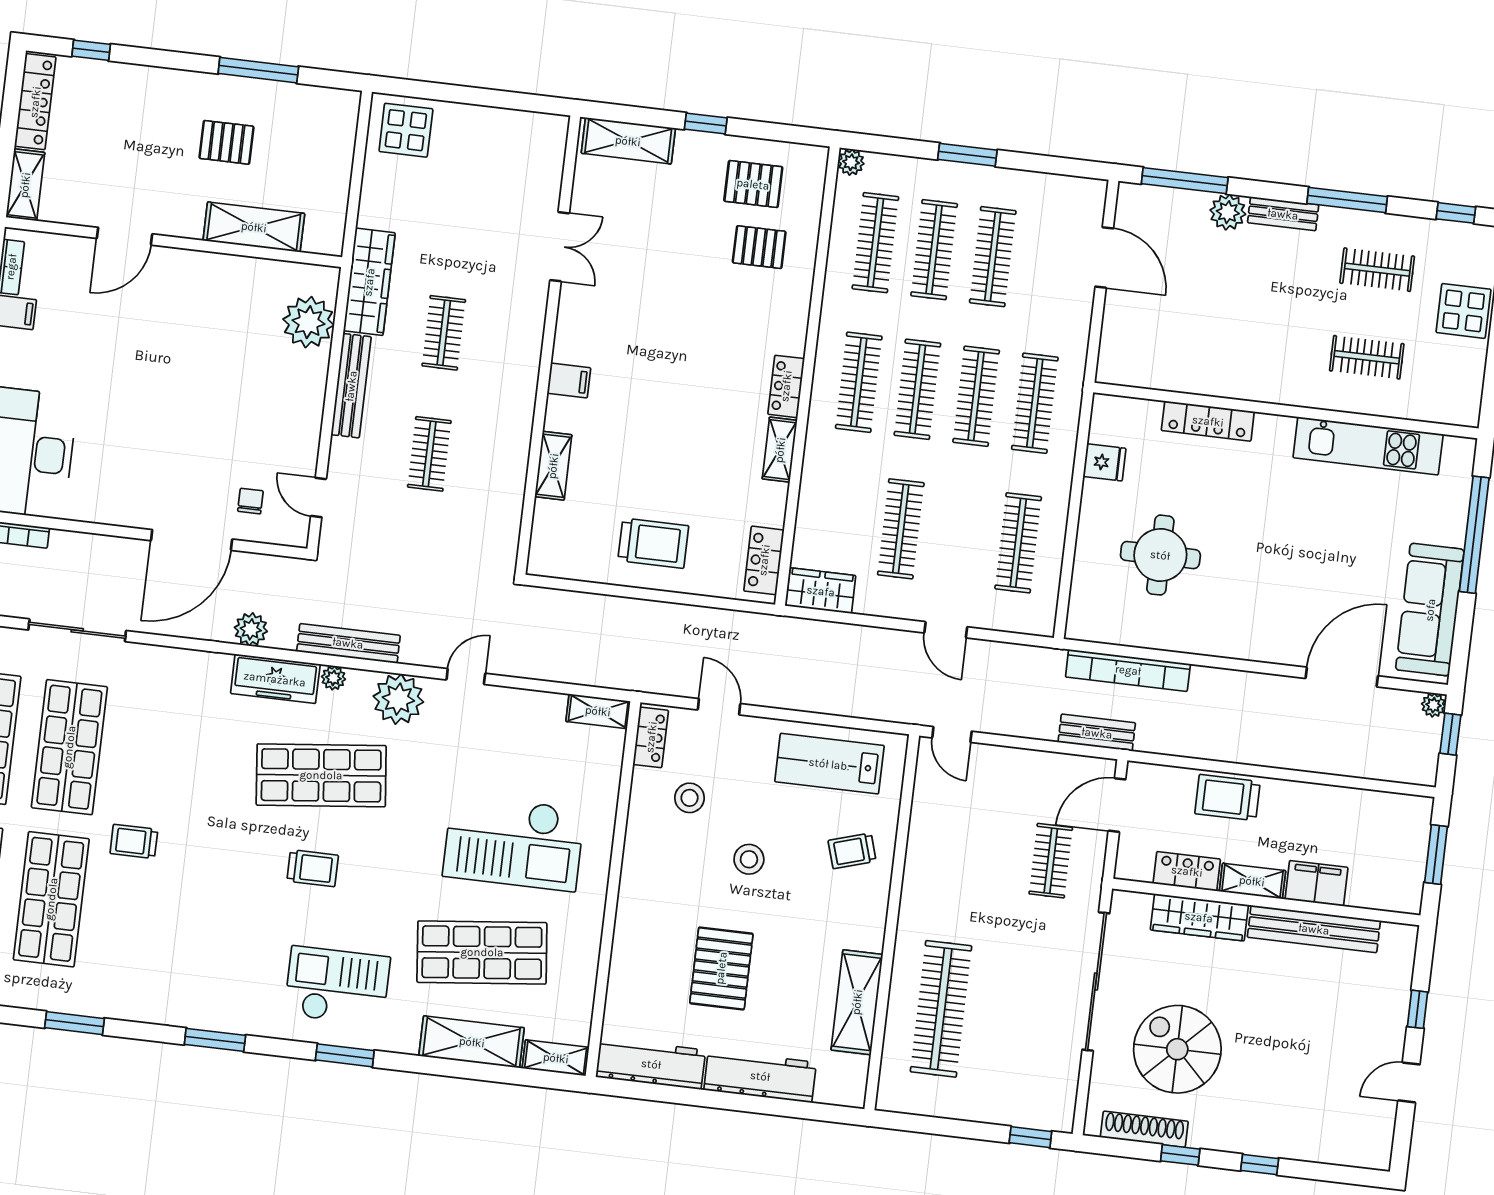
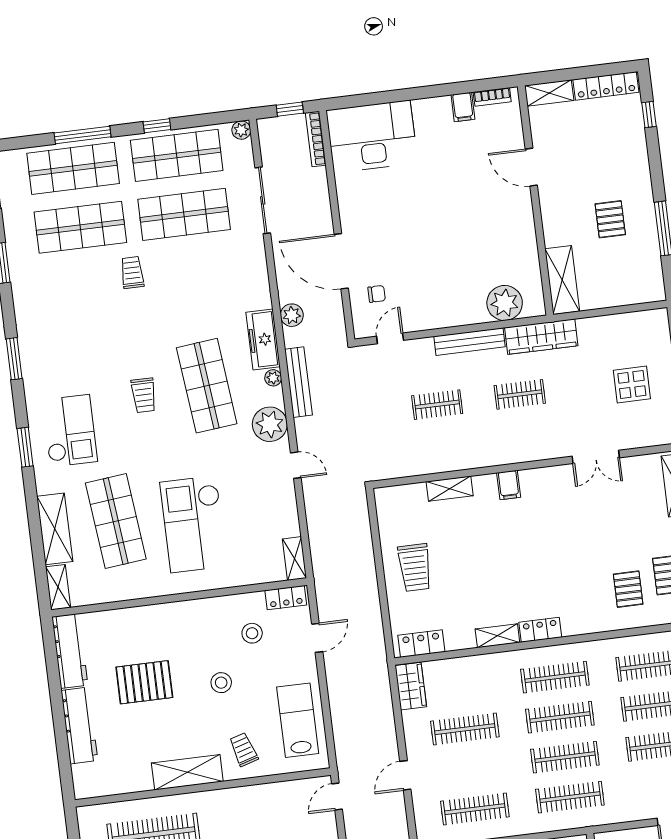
display table: (406, 130) -> (632, 384), moved
shelving: (254, 227) -> (562, 280), moved
shelving: (857, 1002) -> (187, 772), moved

